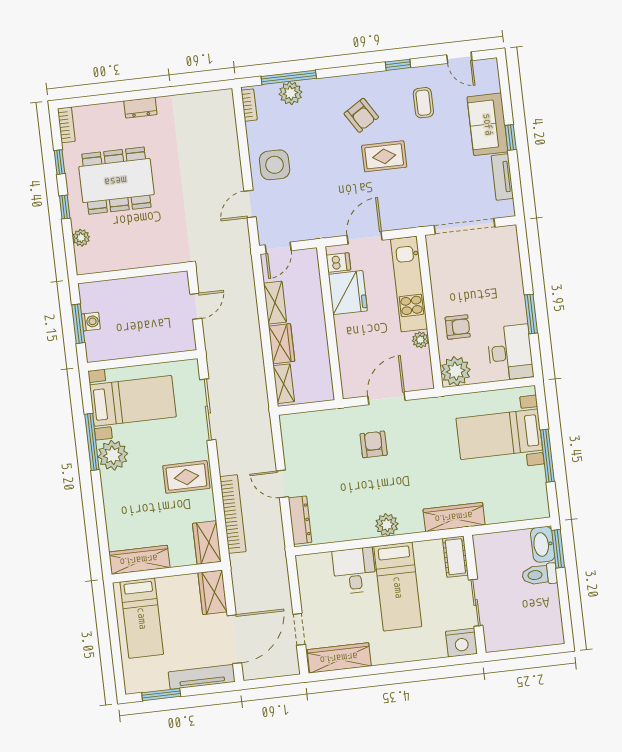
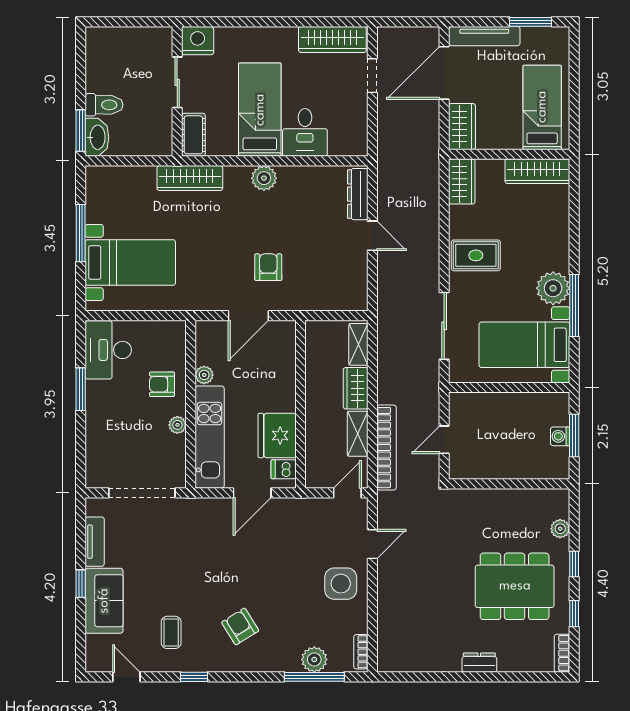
rug: (384, 156) -> (220, 579), removed
plant: (456, 371) -> (177, 425), moved, width x0.53, depth x0.53
armchair: (374, 444) -> (268, 267), turned 180
bookcase: (233, 514) -> (386, 448), moved, turned 180

